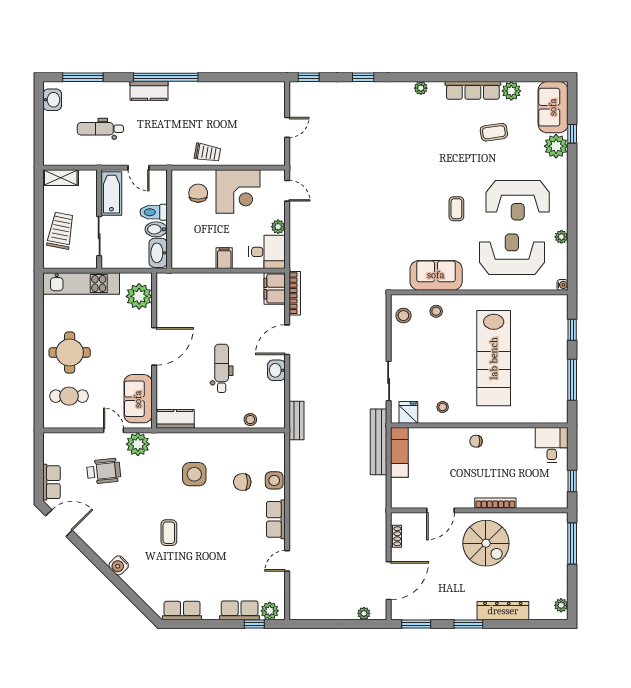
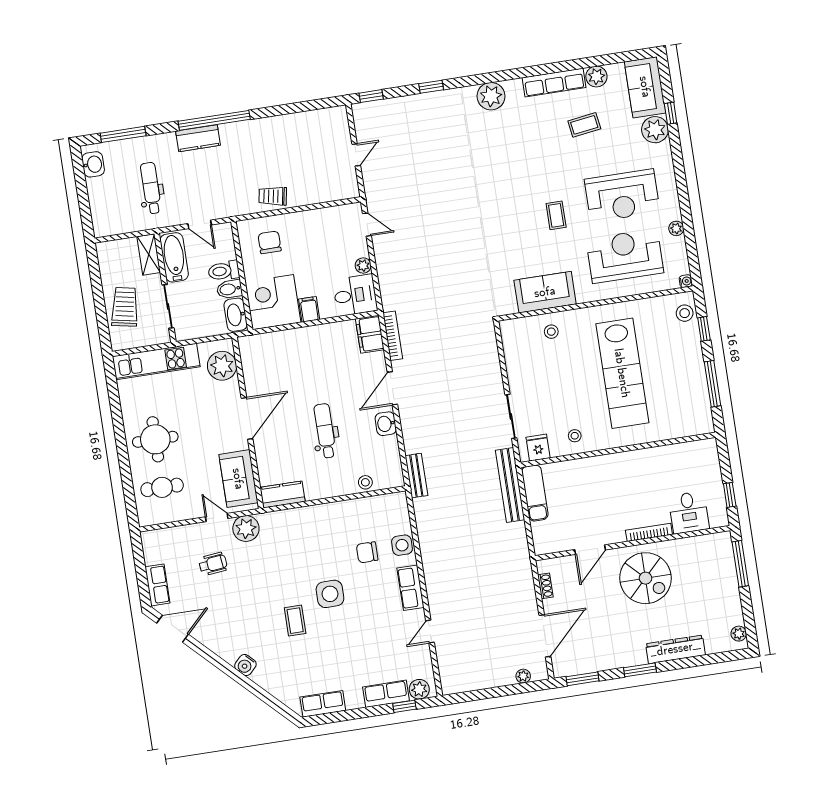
plant: (421, 88) -> (491, 96), width x1.88, depth x1.88
dental chair: (100, 129) -> (151, 188), turned 90
trolley: (207, 153) -> (273, 196), turned 180
shelving: (61, 178) -> (149, 254), moved, turned 90
corner desk: (238, 192) -> (273, 302), moved, turned 180
stool: (403, 316) -> (685, 313), moved
chair: (476, 441) -> (617, 468), removed
desk: (552, 445) -> (689, 512), moved, turned 180
wheelchair: (104, 471) -> (213, 564), width x0.73, depth x0.73
side table: (194, 474) -> (330, 594), moved

